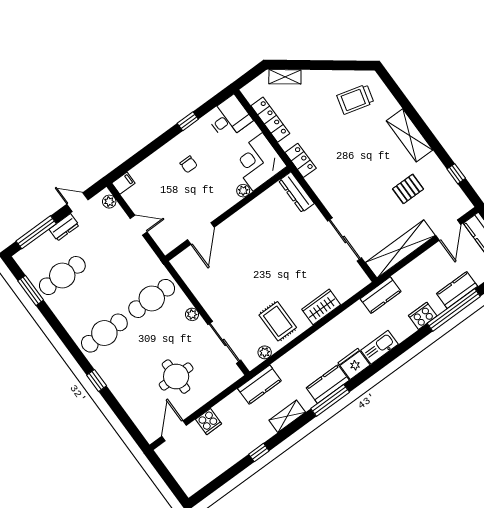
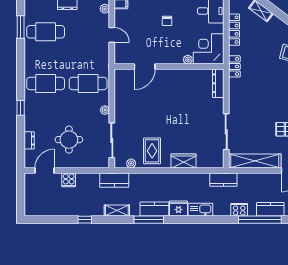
dresser: (132, 410) -> (29, 140), added

